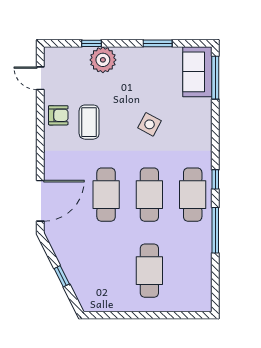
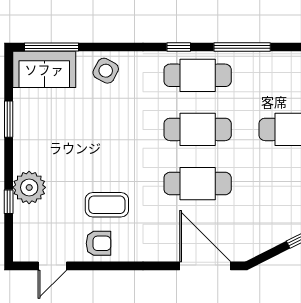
armchair: (58, 115) -> (98, 243), turned 90
side table: (150, 124) -> (106, 71), moved

